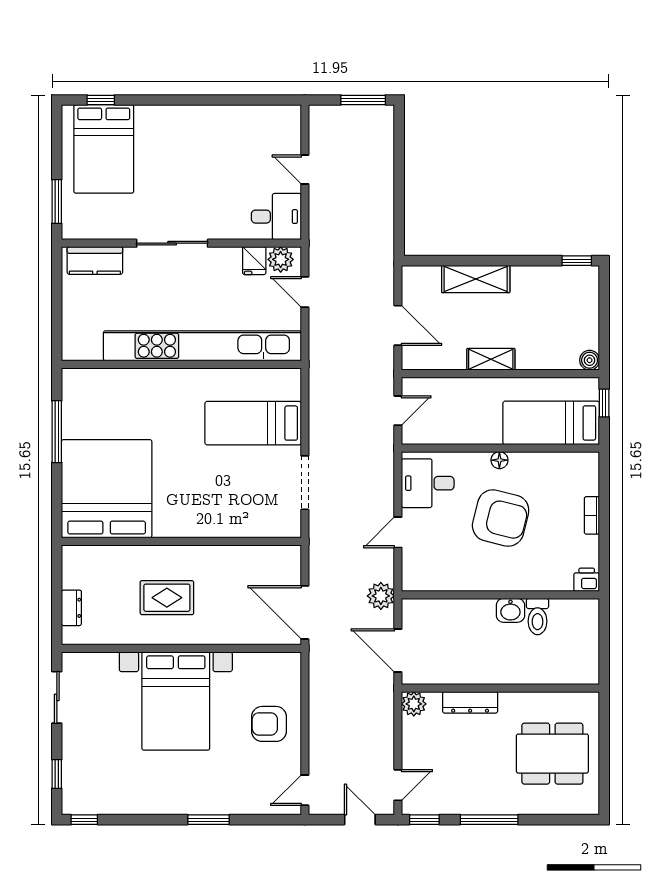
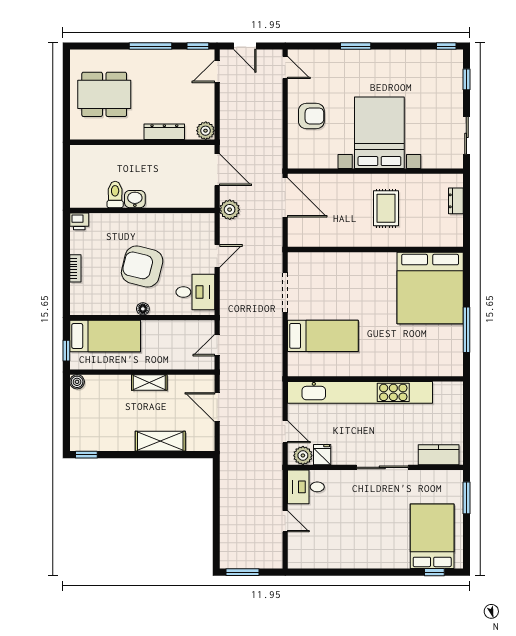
rug: (167, 598) -> (386, 208), turned 90
door: (305, 790) -> (285, 68), hinge flipped

